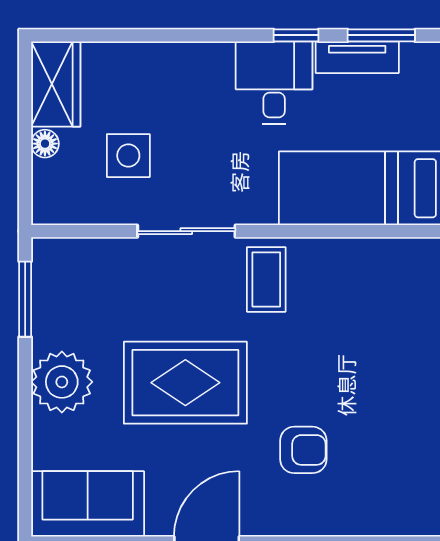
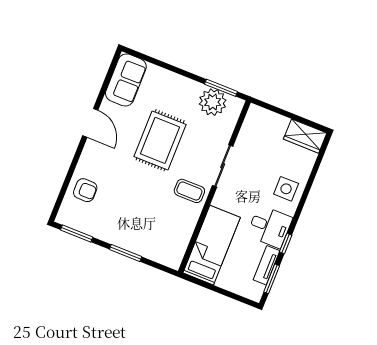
floor lamp: (45, 144) -> (282, 122), removed
side table: (128, 156) -> (286, 189), moved
plant: (62, 382) -> (213, 102), moved
armchair: (303, 450) -> (85, 190), moved, turned -90

